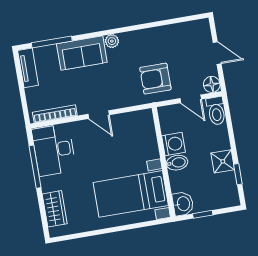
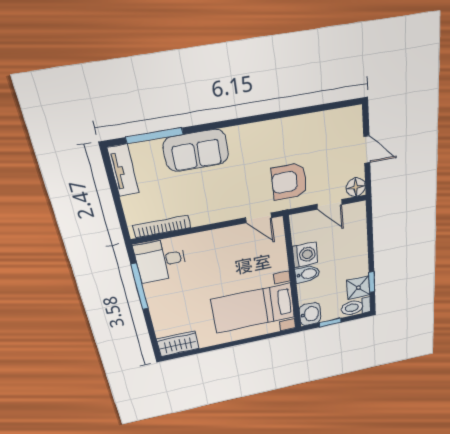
plant: (112, 41) -> (236, 135), removed
toilet: (216, 111) -> (356, 307), moved, turned 90
door: (99, 115) -> (259, 218), moved
desk: (54, 150) -> (161, 260), width x0.73
shower: (223, 161) -> (358, 288), moved
wardrobe: (55, 209) -> (178, 344), moved, turned -90

